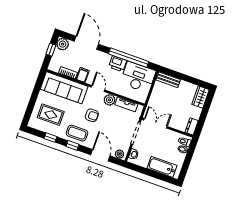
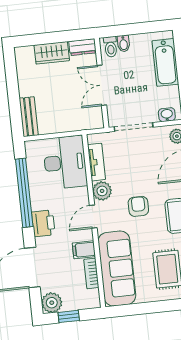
printer: (118, 64) -> (43, 223), moved
desk: (138, 77) -> (65, 162), moved, turned 180
wardrobe: (201, 97) -> (52, 53), moved
double door: (156, 123) -> (102, 85), moved

